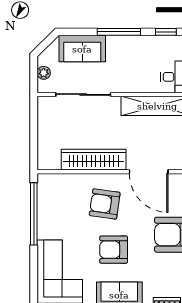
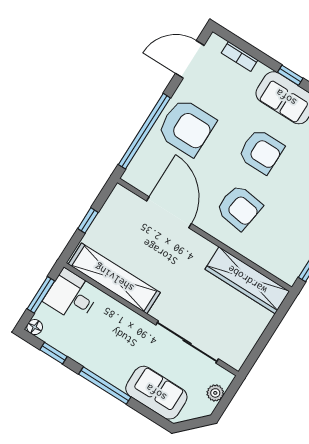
wardrobe: (94, 160) -> (247, 280), moved

